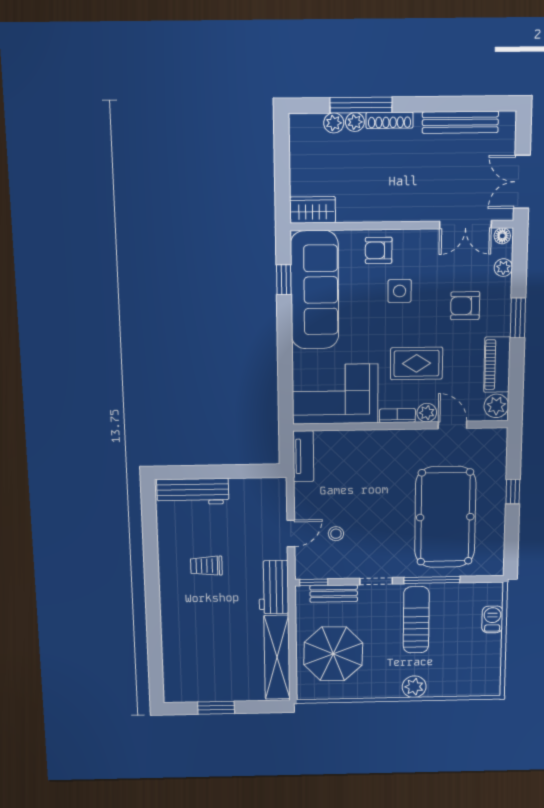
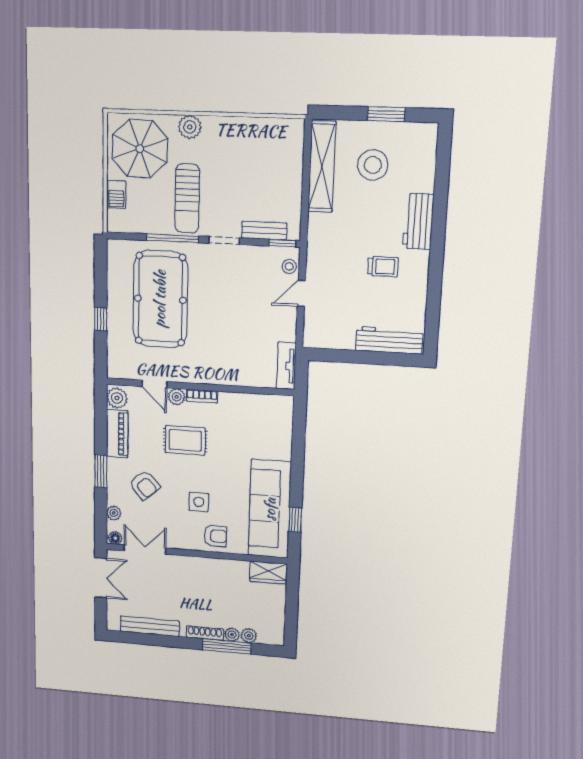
armchair: (465, 306) -> (145, 485), turned 49
corner sofa: (335, 394) -> (256, 420), removed
stool: (336, 534) -> (289, 266), moved
workbench: (274, 587) -> (418, 221), moved, turned 180
parasol: (333, 654) -> (140, 149), moved
stool: (225, 662) -> (373, 165), added

